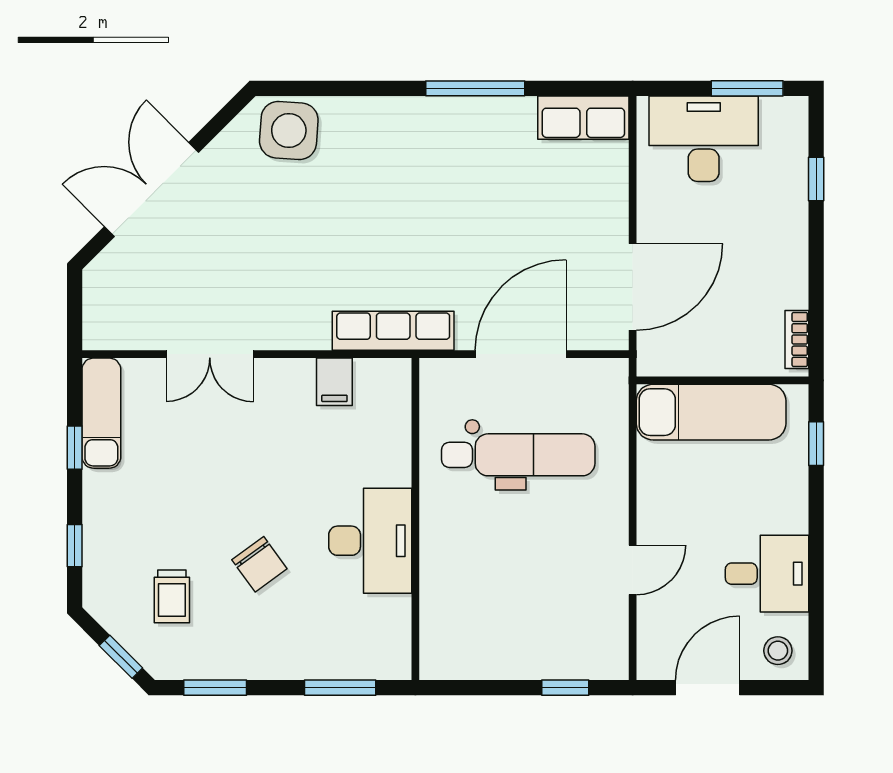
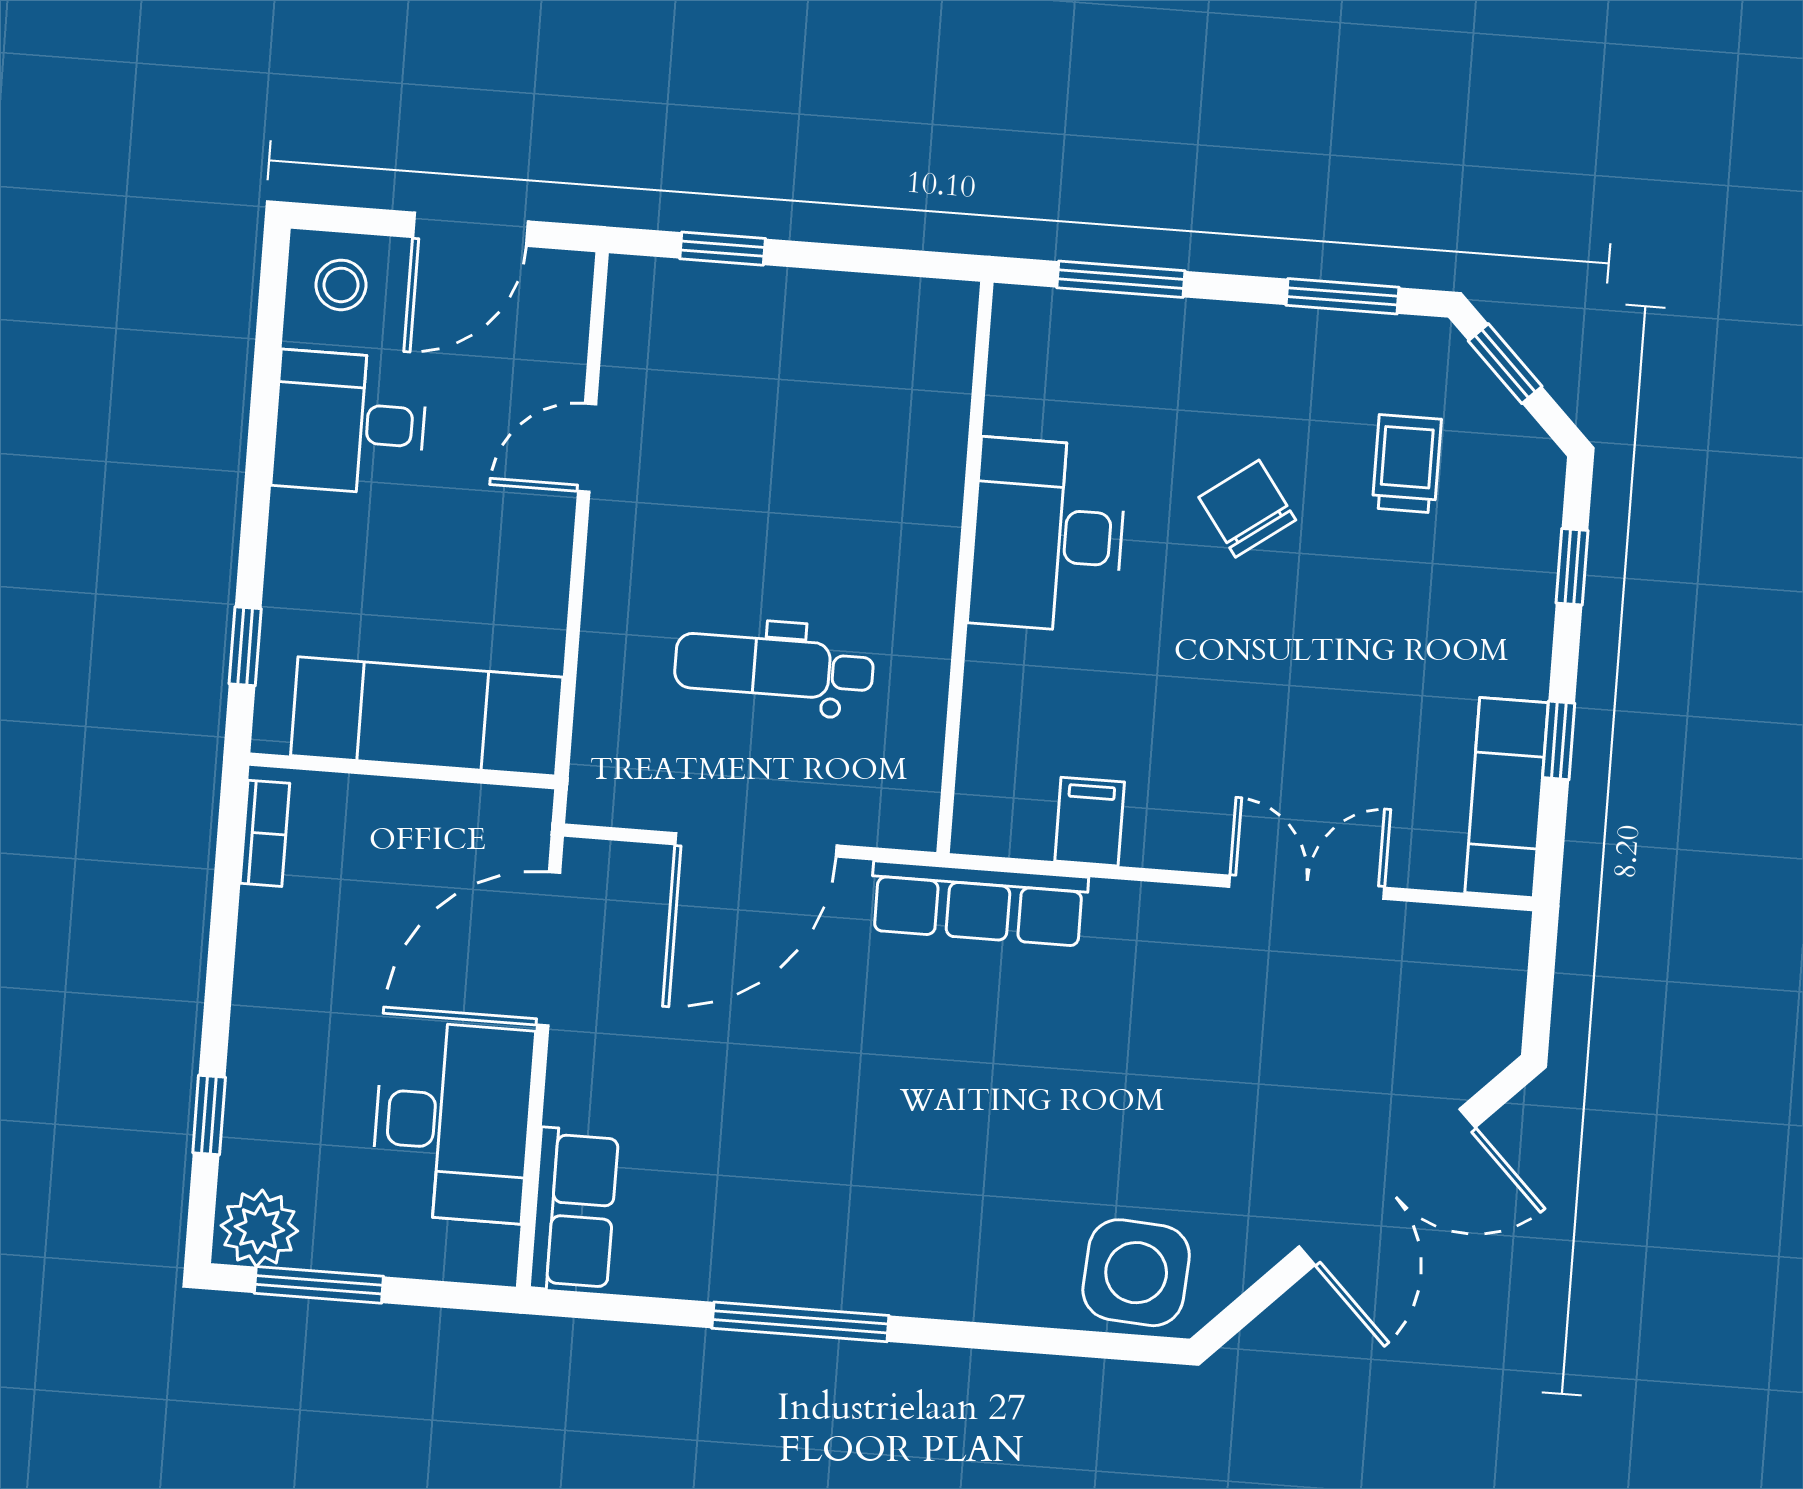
row of seats: (583, 118) -> (574, 1210), moved, turned 90
plant: (783, 118) -> (259, 1228), added
desk: (704, 139) -> (452, 1122), moved, turned -90
dental chair: (518, 455) -> (774, 667), width x0.73, depth x0.72

